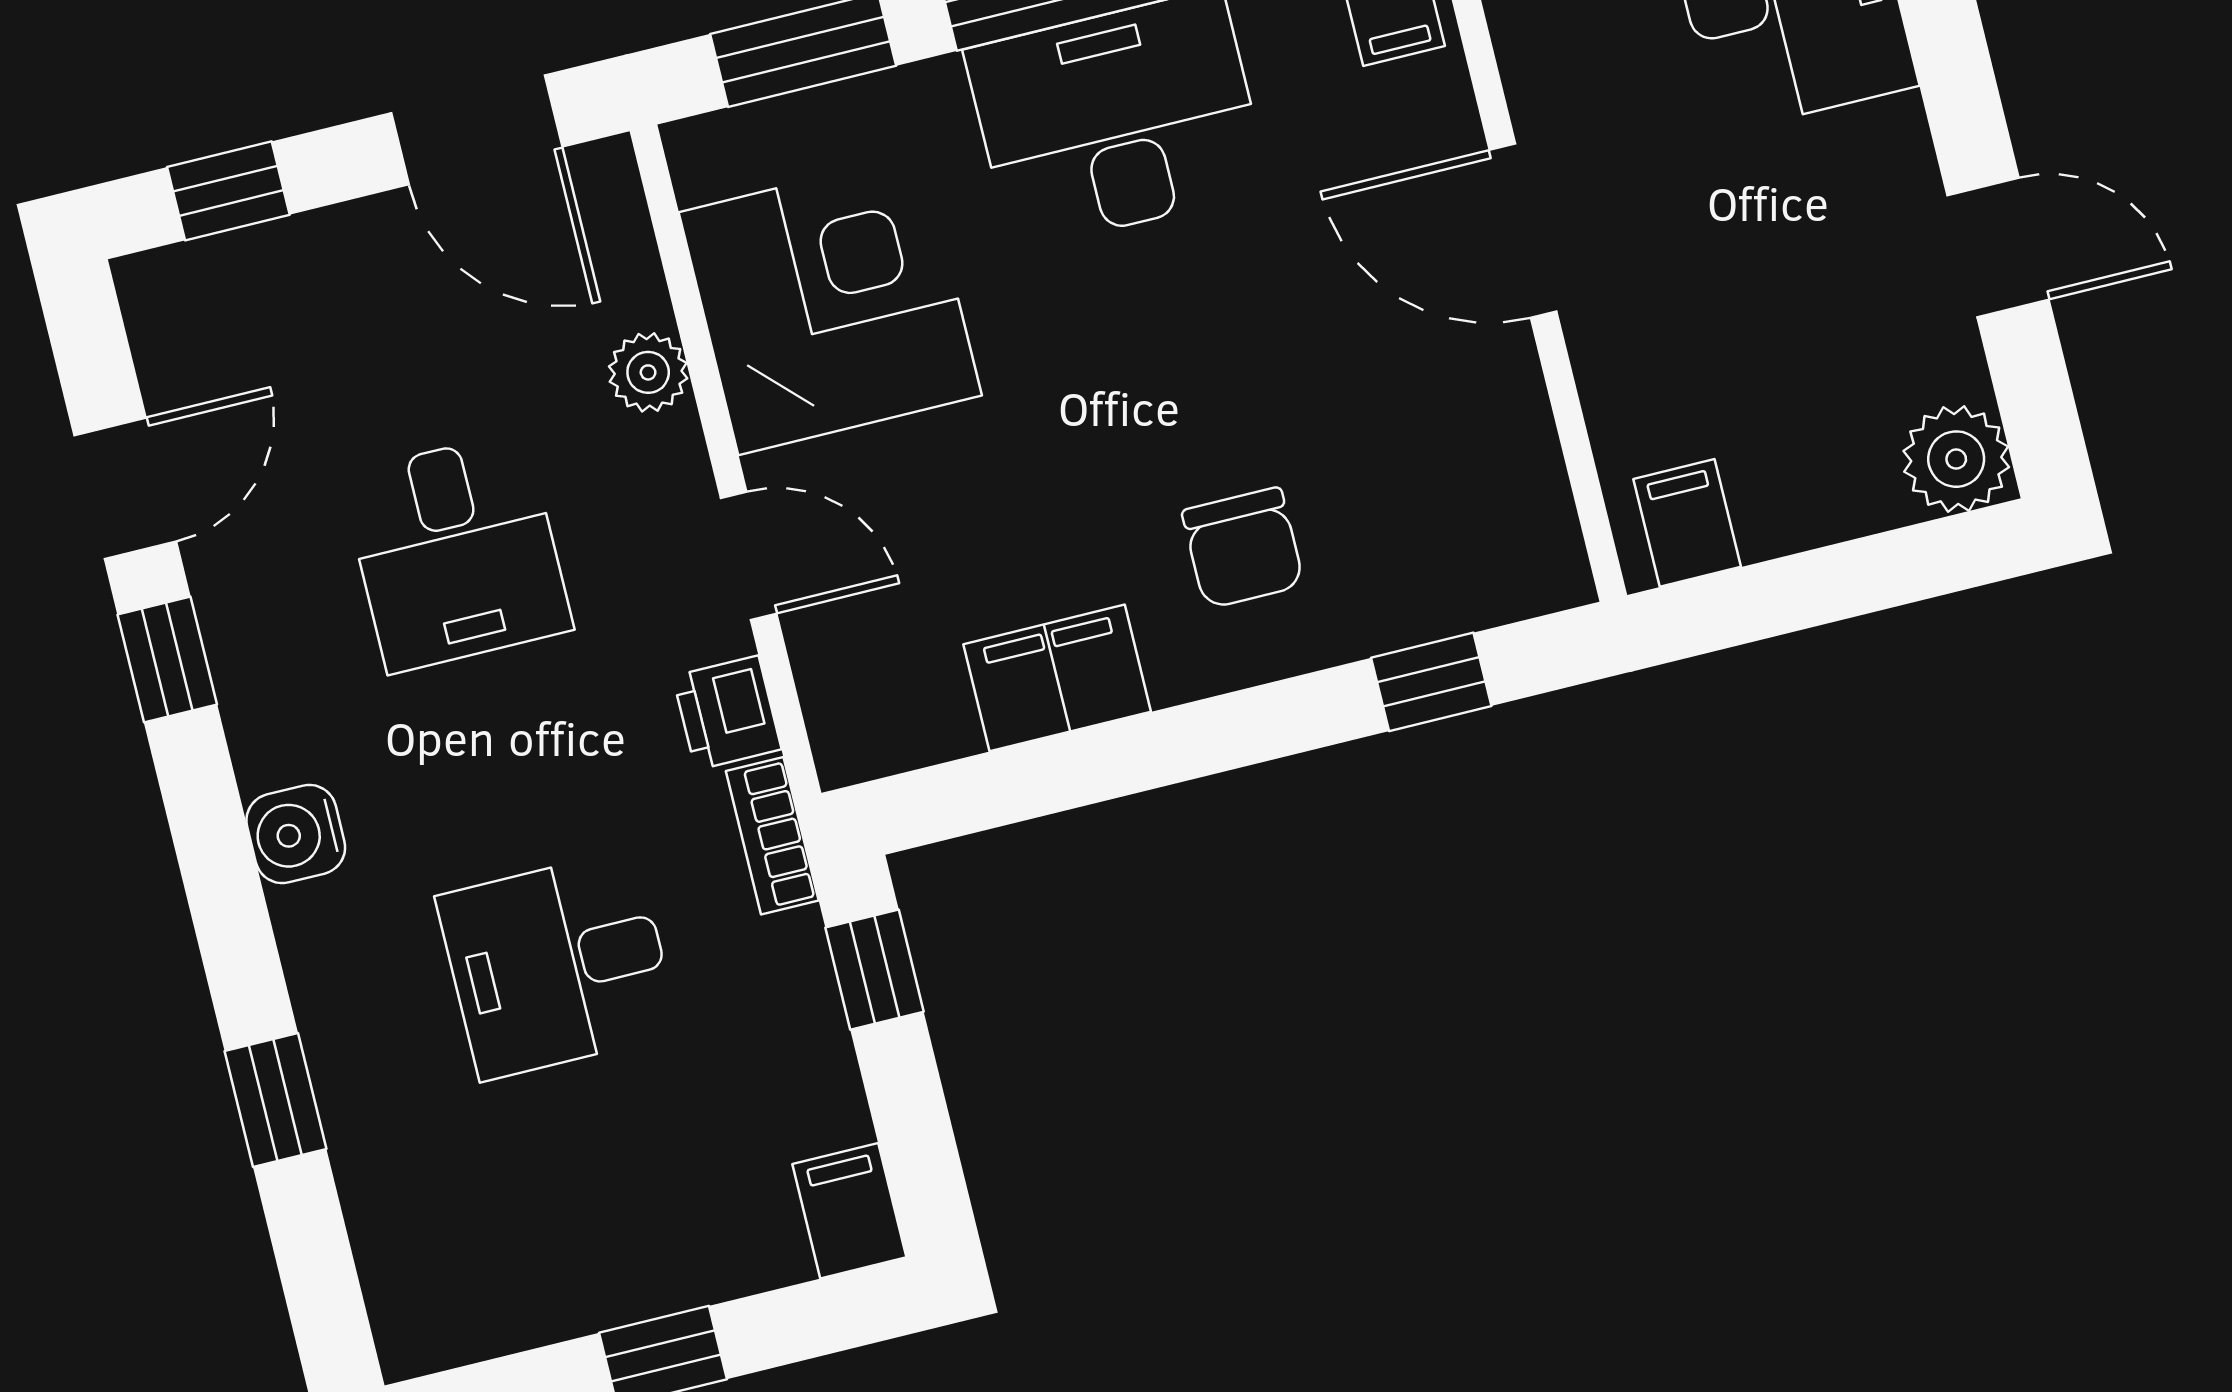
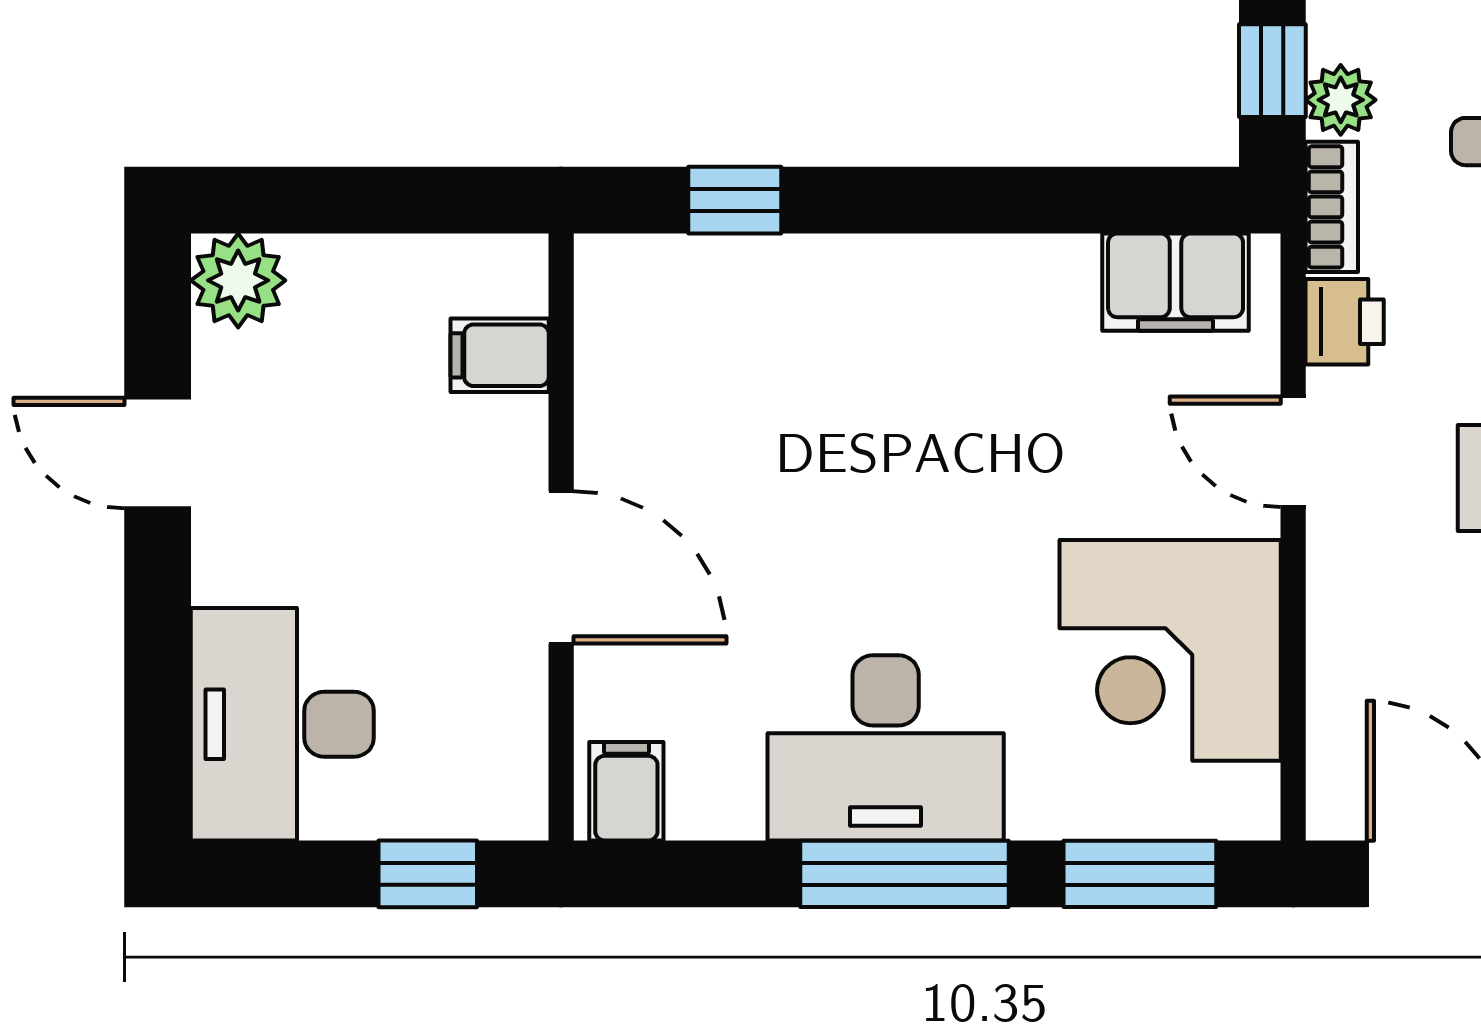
plant: (648, 372) -> (1341, 100), moved
filing cabinet: (1687, 523) -> (500, 355), moved, turned 90
chair: (1243, 548) -> (868, 354), removed
filing cabinet: (1057, 678) -> (1176, 282), moved

